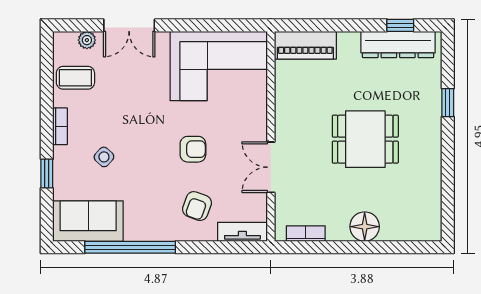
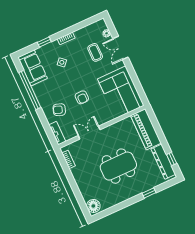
piano: (305, 45) -> (146, 129), width x1.37, depth x1.33
coffee table: (75, 78) -> (95, 52), moved
dining table: (365, 139) -> (118, 166), width x1.38
floor lamp: (365, 227) -> (93, 206), moved

